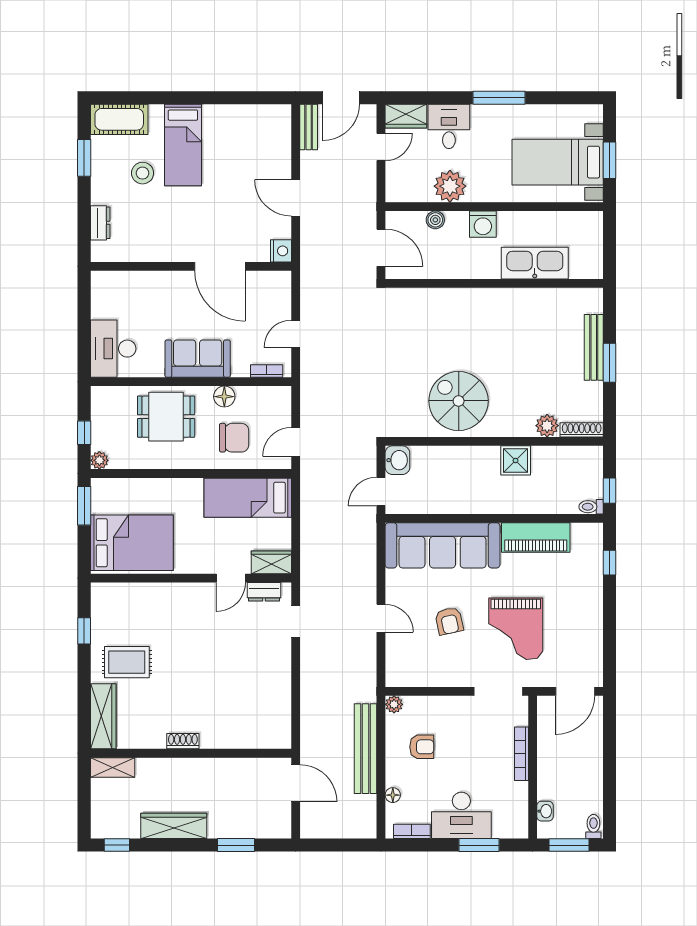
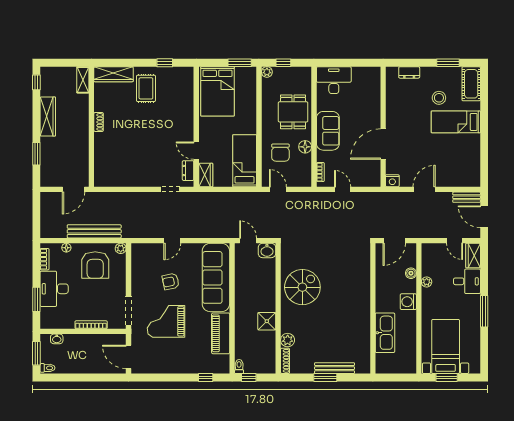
plant: (450, 186) -> (427, 282), width x0.53, depth x0.53
armchair: (422, 747) -> (95, 265), width x1.88, depth x1.88

